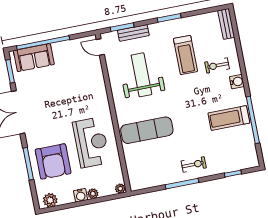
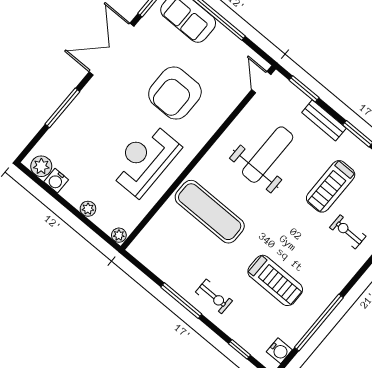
bench: (133, 33) -> (324, 120), moved
water cooler: (237, 82) -> (279, 351), moved
treadmill: (229, 118) -> (275, 280), moved, turned 180
reception desk: (91, 142) -> (145, 160), turned 180
armchair: (53, 161) -> (175, 93), moved
water cooler: (81, 195) -> (56, 181), moved

